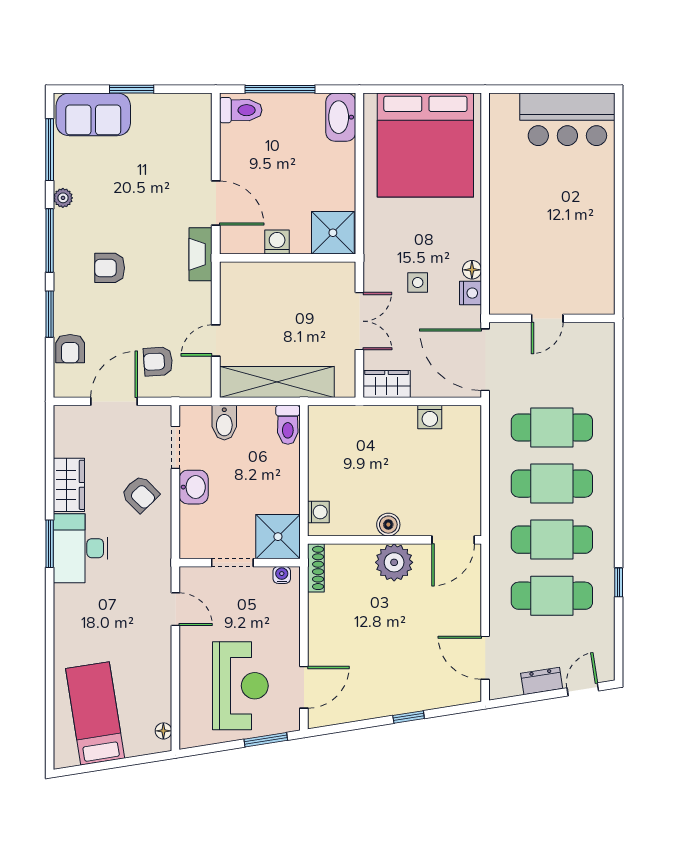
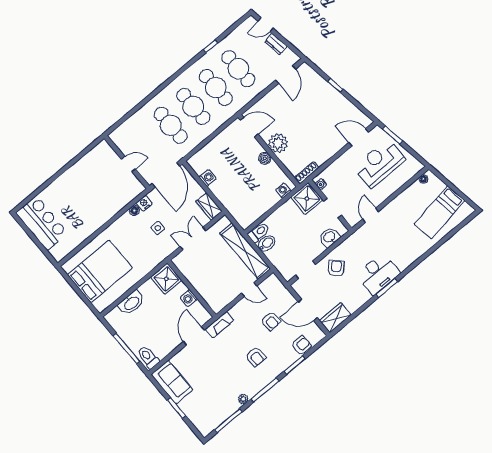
sofa: (93, 114) -> (172, 382), moved
washbasin: (341, 117) -> (131, 303), moved
bed: (425, 145) -> (100, 271), width x0.73
armchair: (158, 361) -> (271, 321), moved
bidet: (224, 423) -> (267, 243), moved
wardrobe: (69, 485) -> (335, 318), moved
washbasin: (194, 487) -> (330, 237), moved

